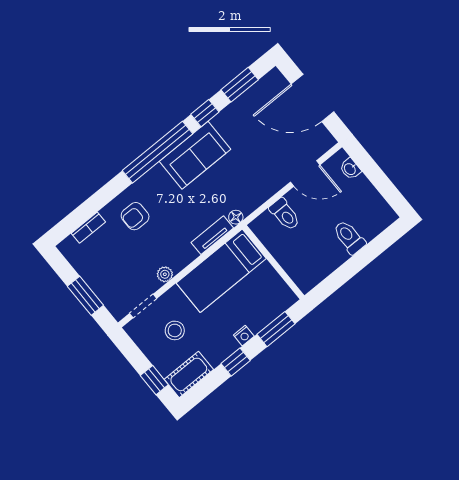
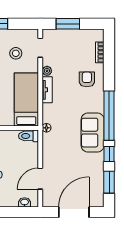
toilet: (285, 214) -> (28, 136), moved
tv unit: (212, 235) -> (47, 90), moved

